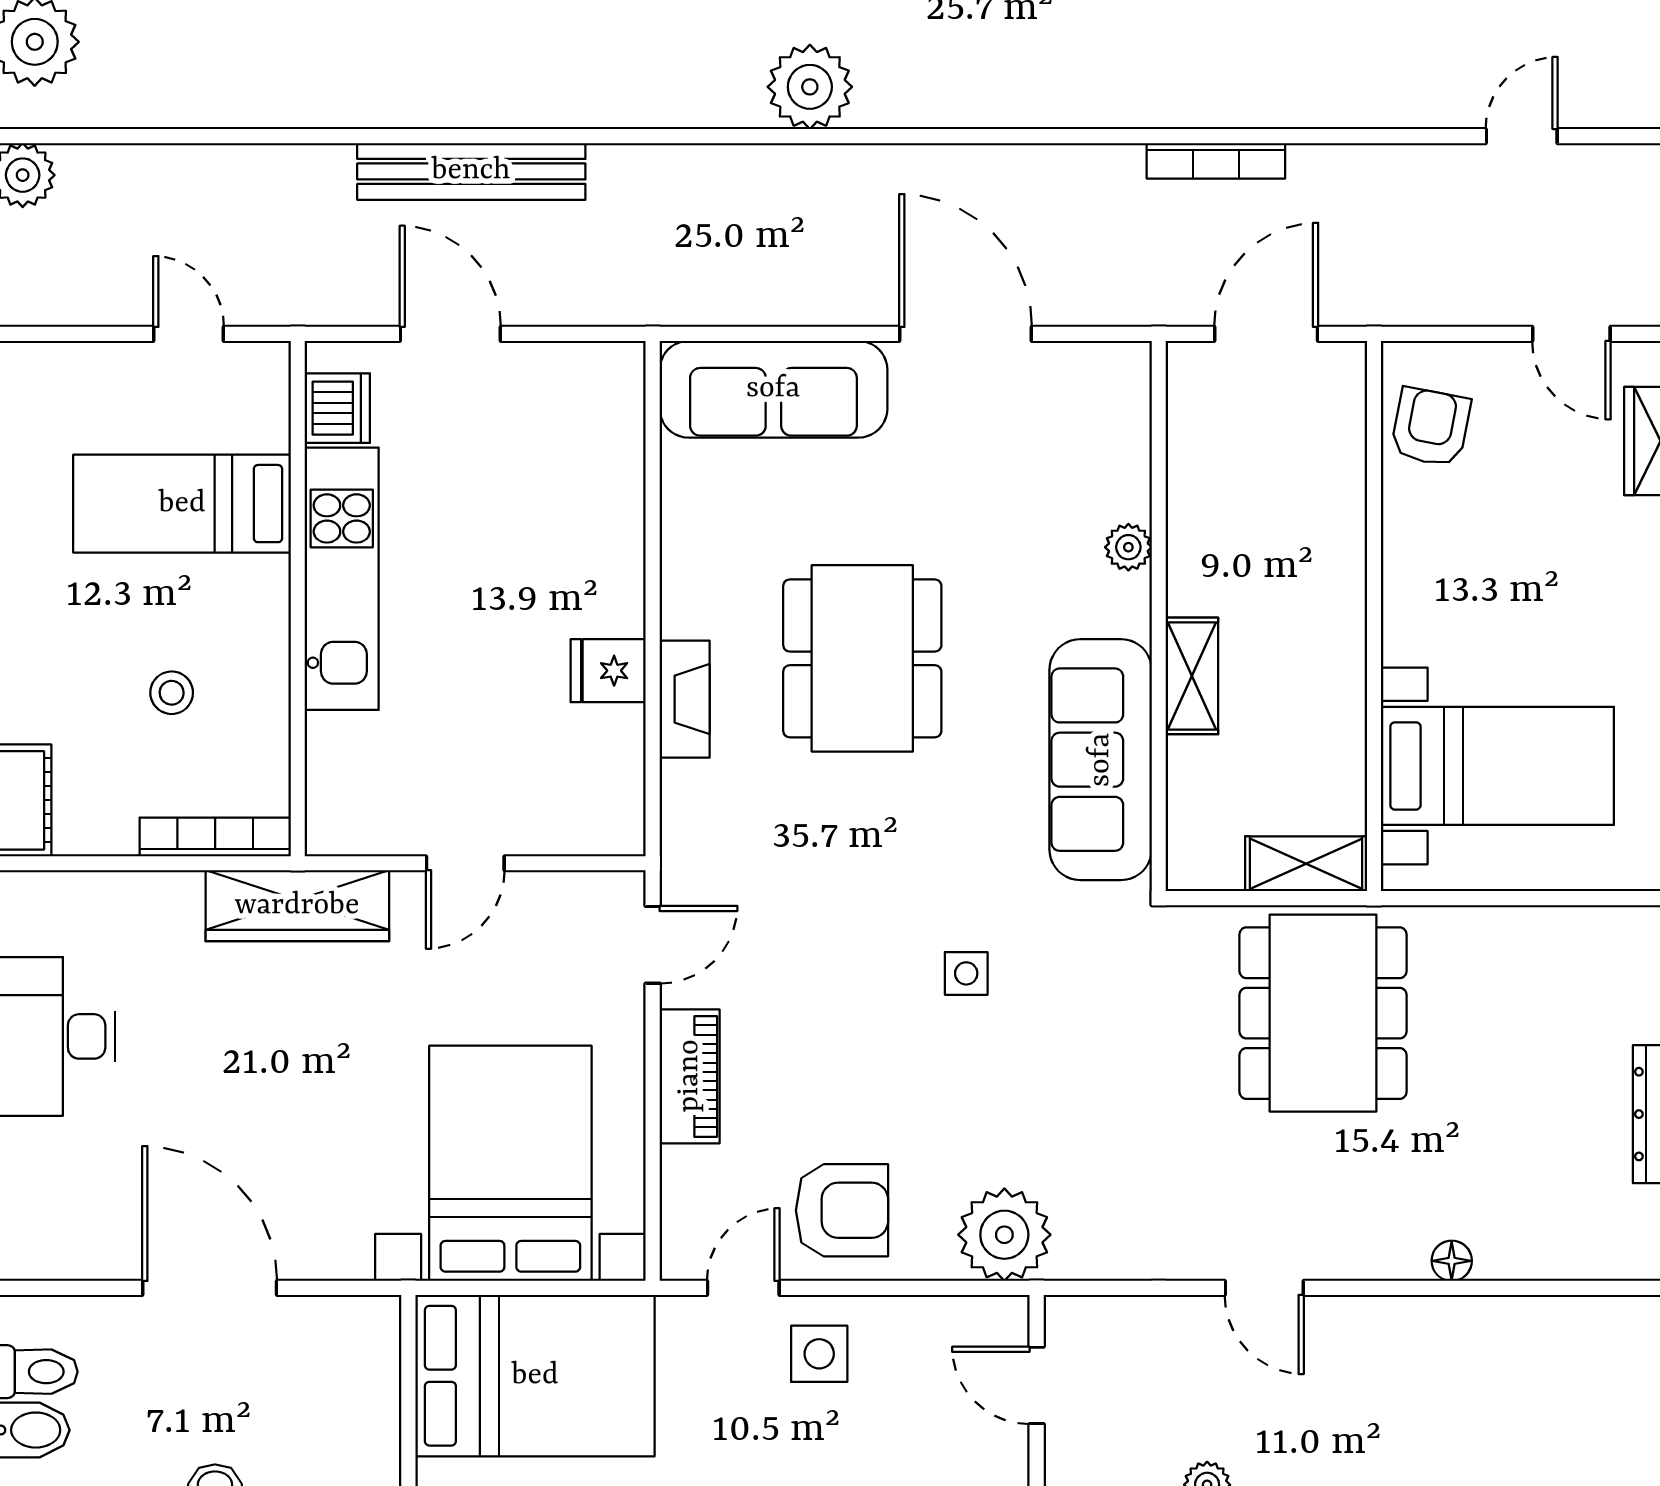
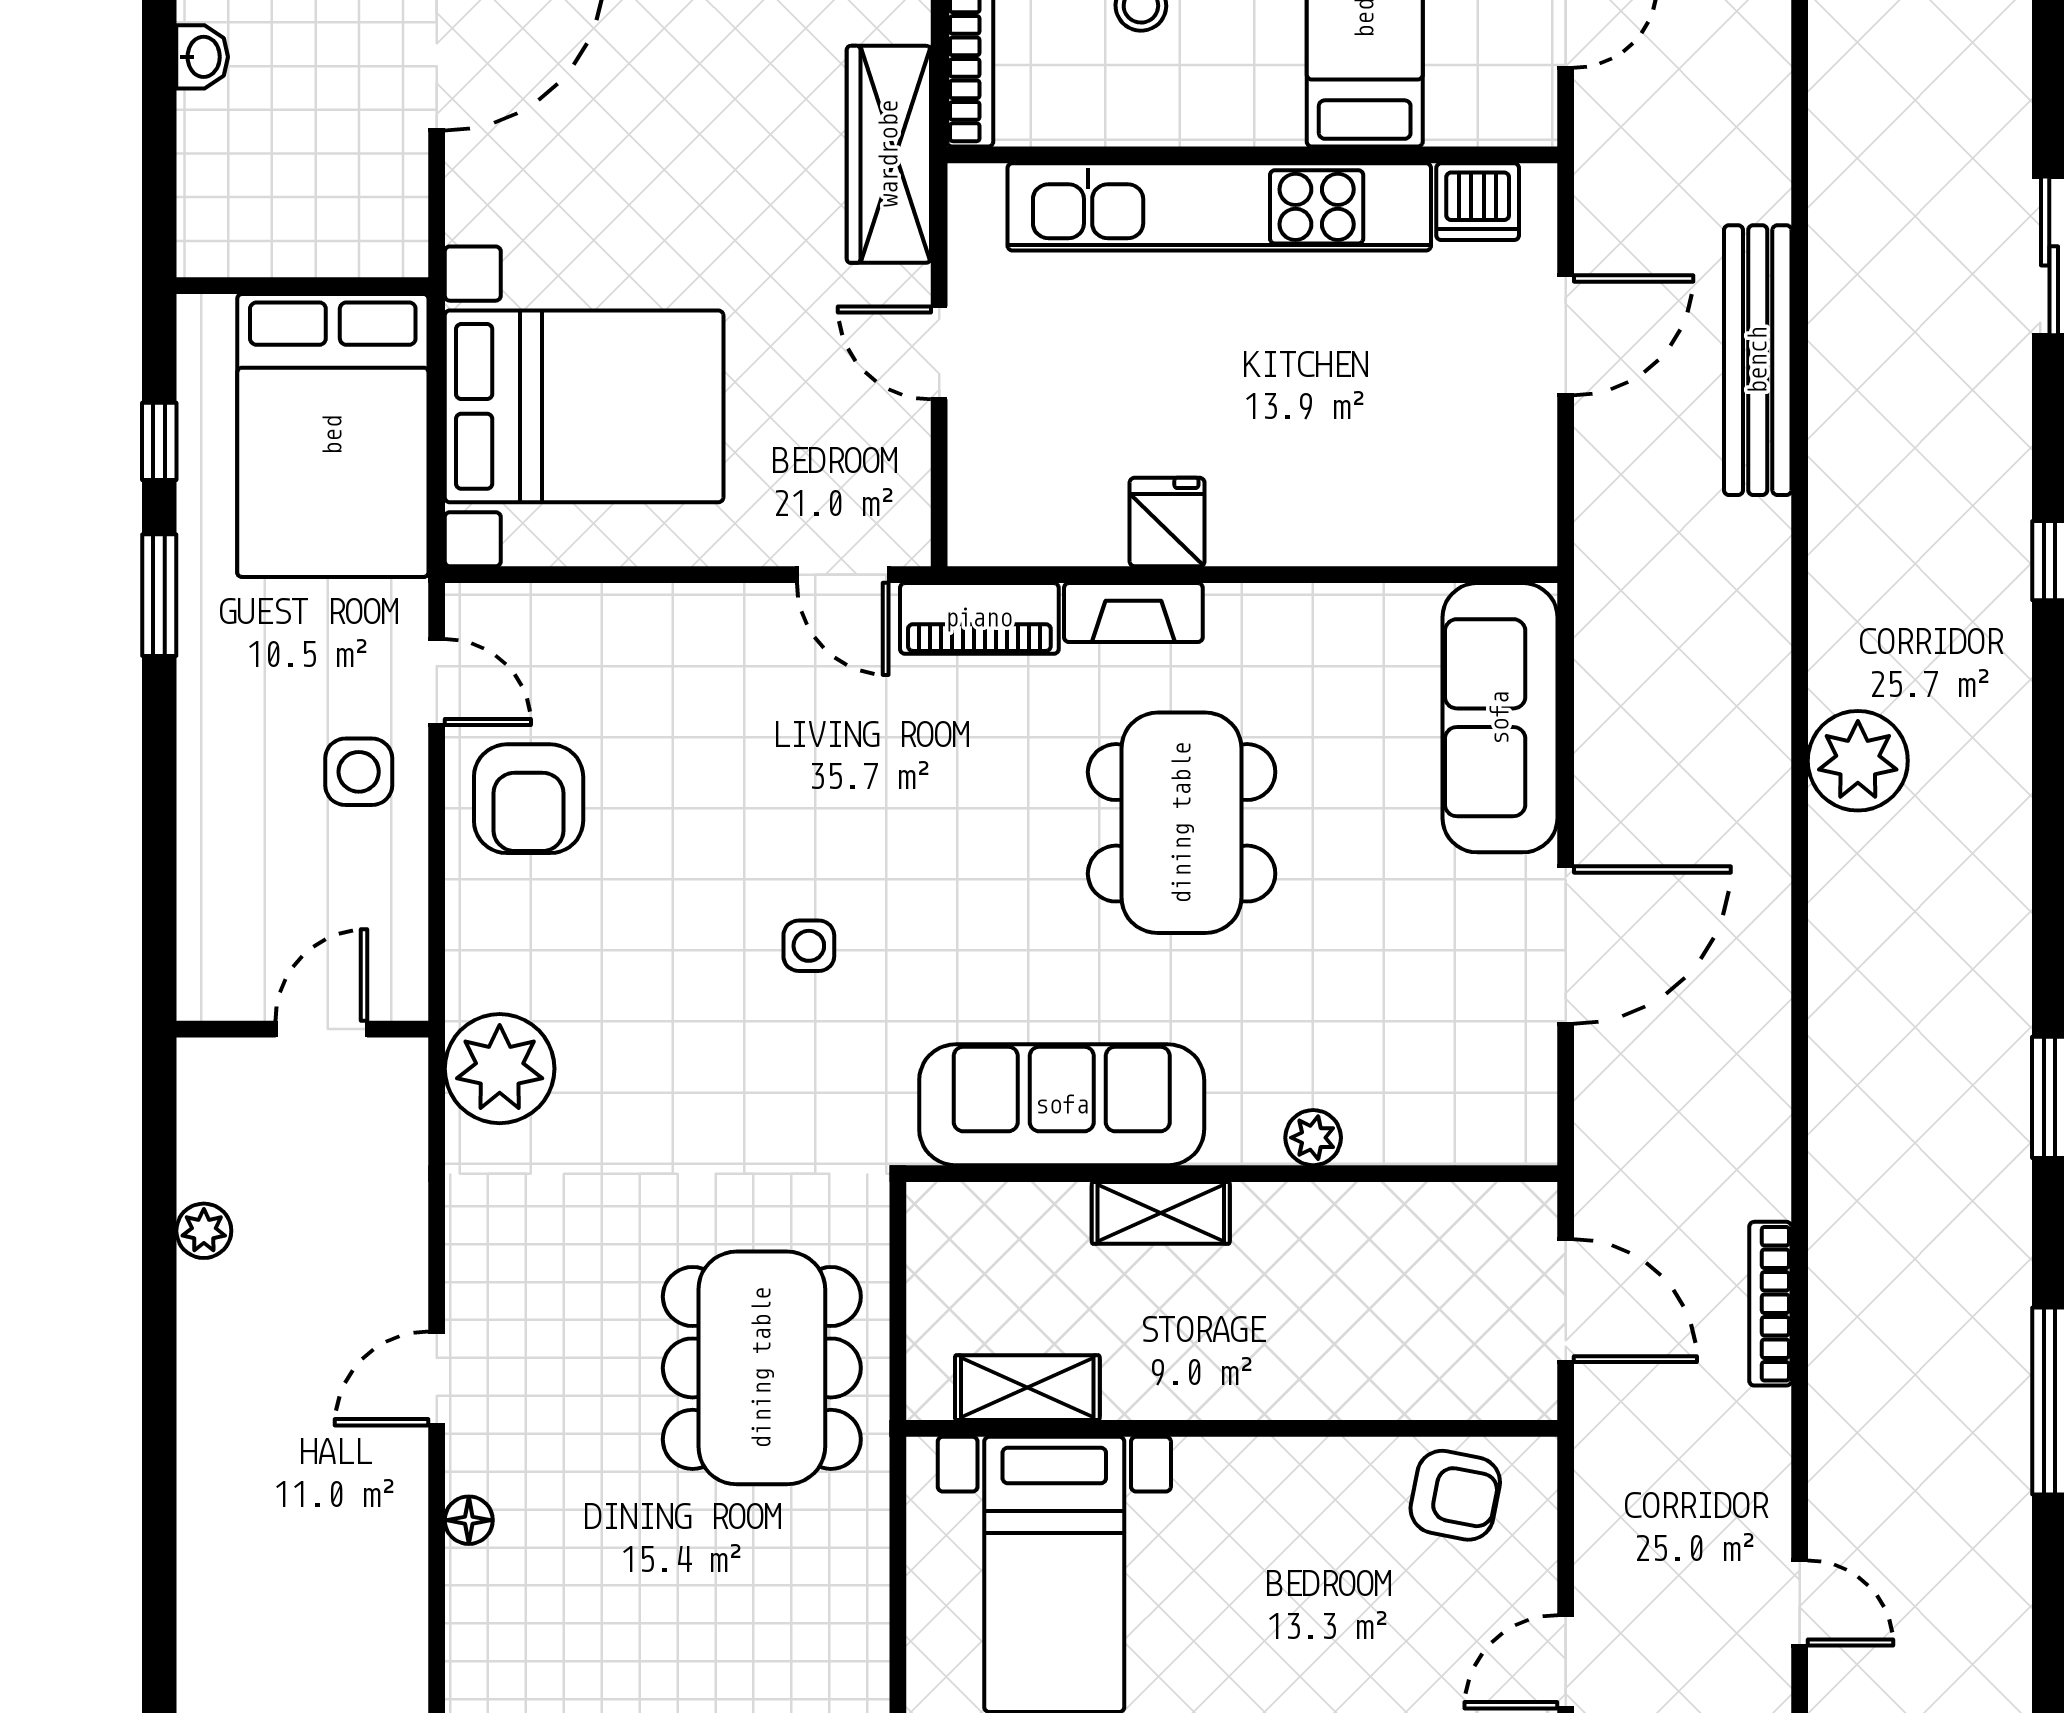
bookcase: (1216, 161) -> (1770, 1304), moved
kitchen unit: (342, 579) -> (1219, 207), width x1.36
dining table: (862, 658) -> (1182, 823), turned 90
shelving: (1306, 864) -> (1027, 1388), moved, turned 90
dining table: (1323, 1013) -> (762, 1368), turned 90
piano: (690, 1076) -> (979, 618), moved
plant: (1004, 1235) -> (500, 1069), moved
door: (1264, 1288) -> (437, 1379), moved

